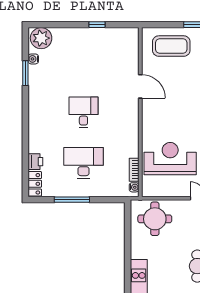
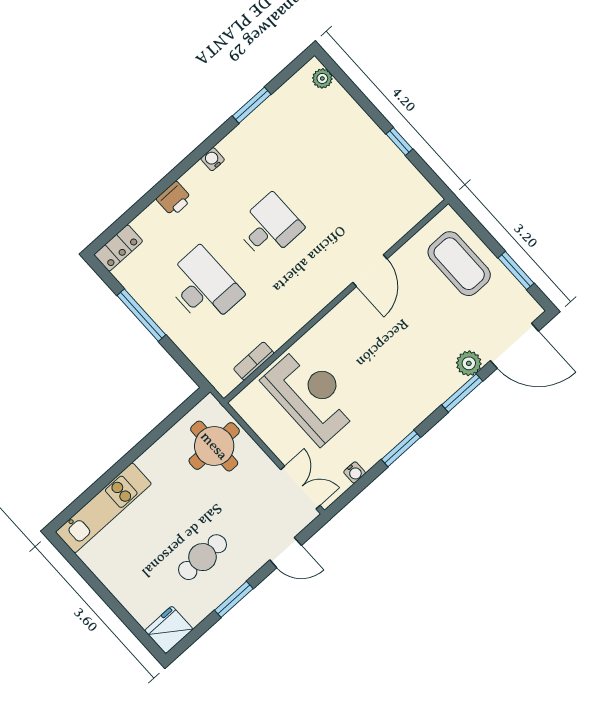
plant: (41, 38) -> (322, 78), width x0.53, depth x0.53
water cooler: (33, 59) -> (213, 159), moved
printer: (35, 162) -> (174, 199), moved
water cooler: (134, 187) -> (231, 382), removed

